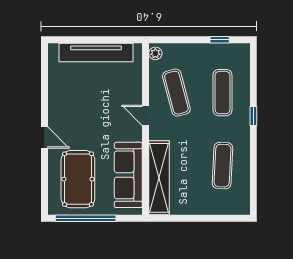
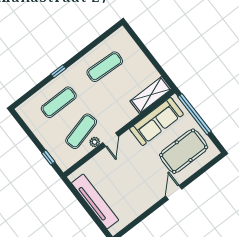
window: (220, 40) -> (48, 158), moved
plant: (155, 53) -> (95, 142), moved
shelving: (159, 178) -> (151, 95), width x0.68
window: (86, 218) -> (194, 114), moved

